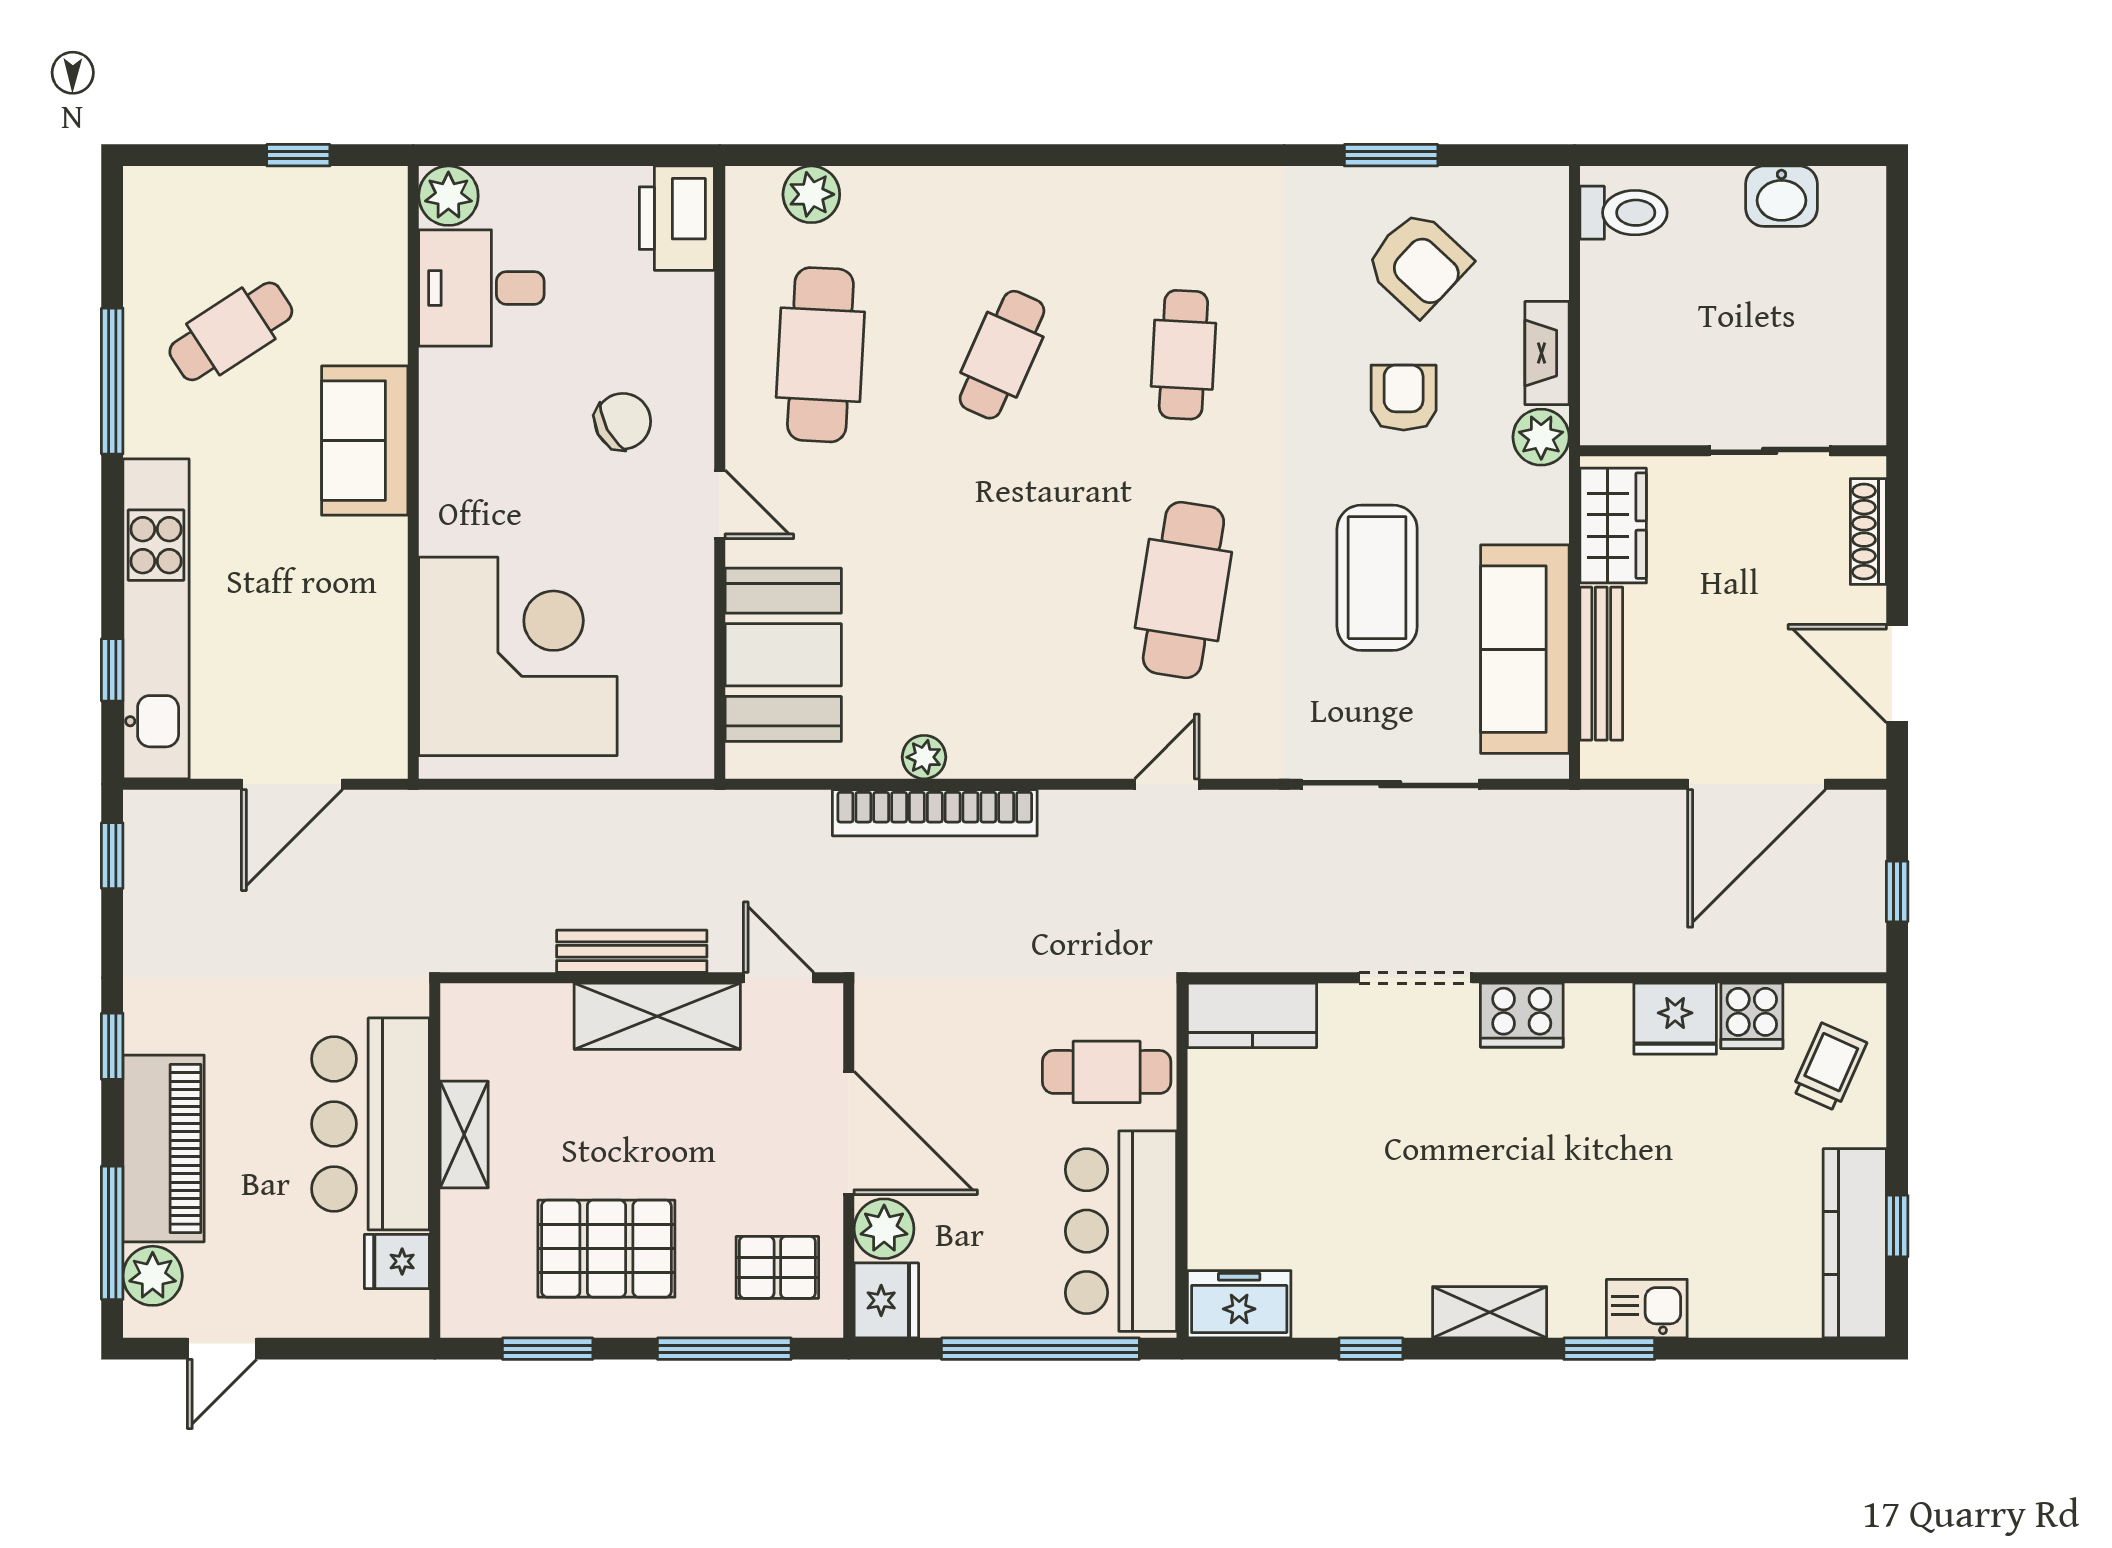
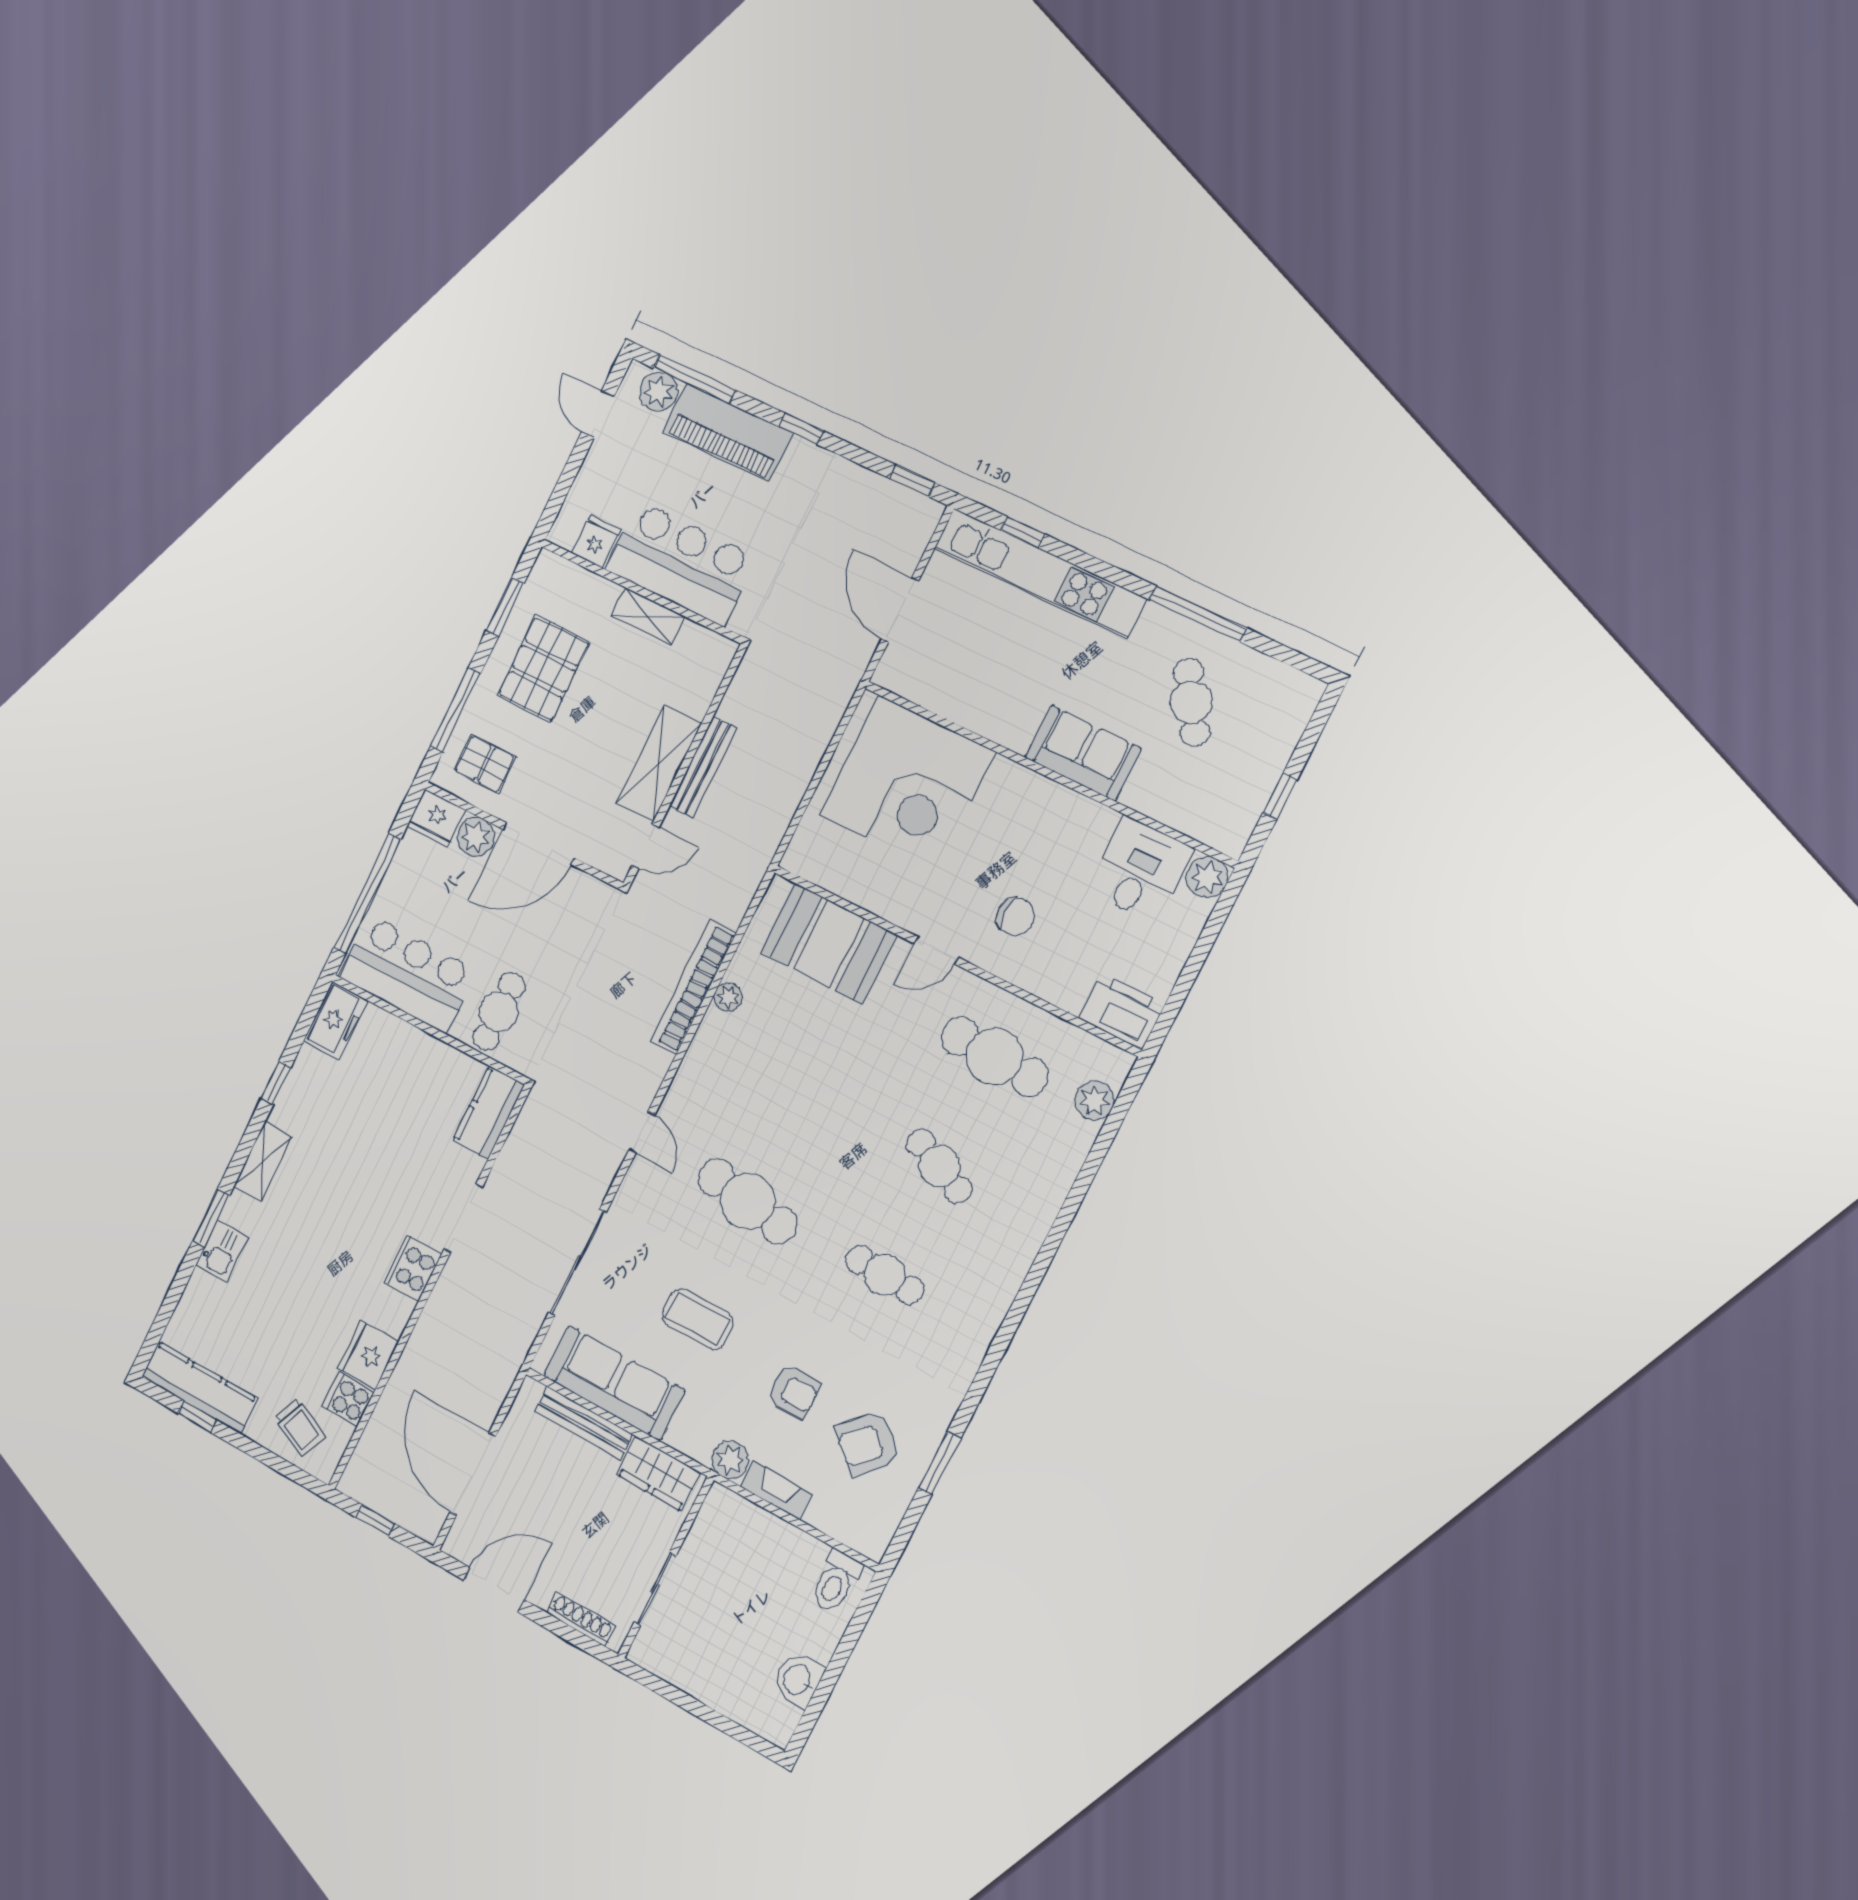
chair: (623, 421) -> (1015, 916), turned -62
coffee table: (1377, 578) -> (698, 1319), width x0.73, depth x0.76
pallet: (777, 1267) -> (485, 764), turned 90

